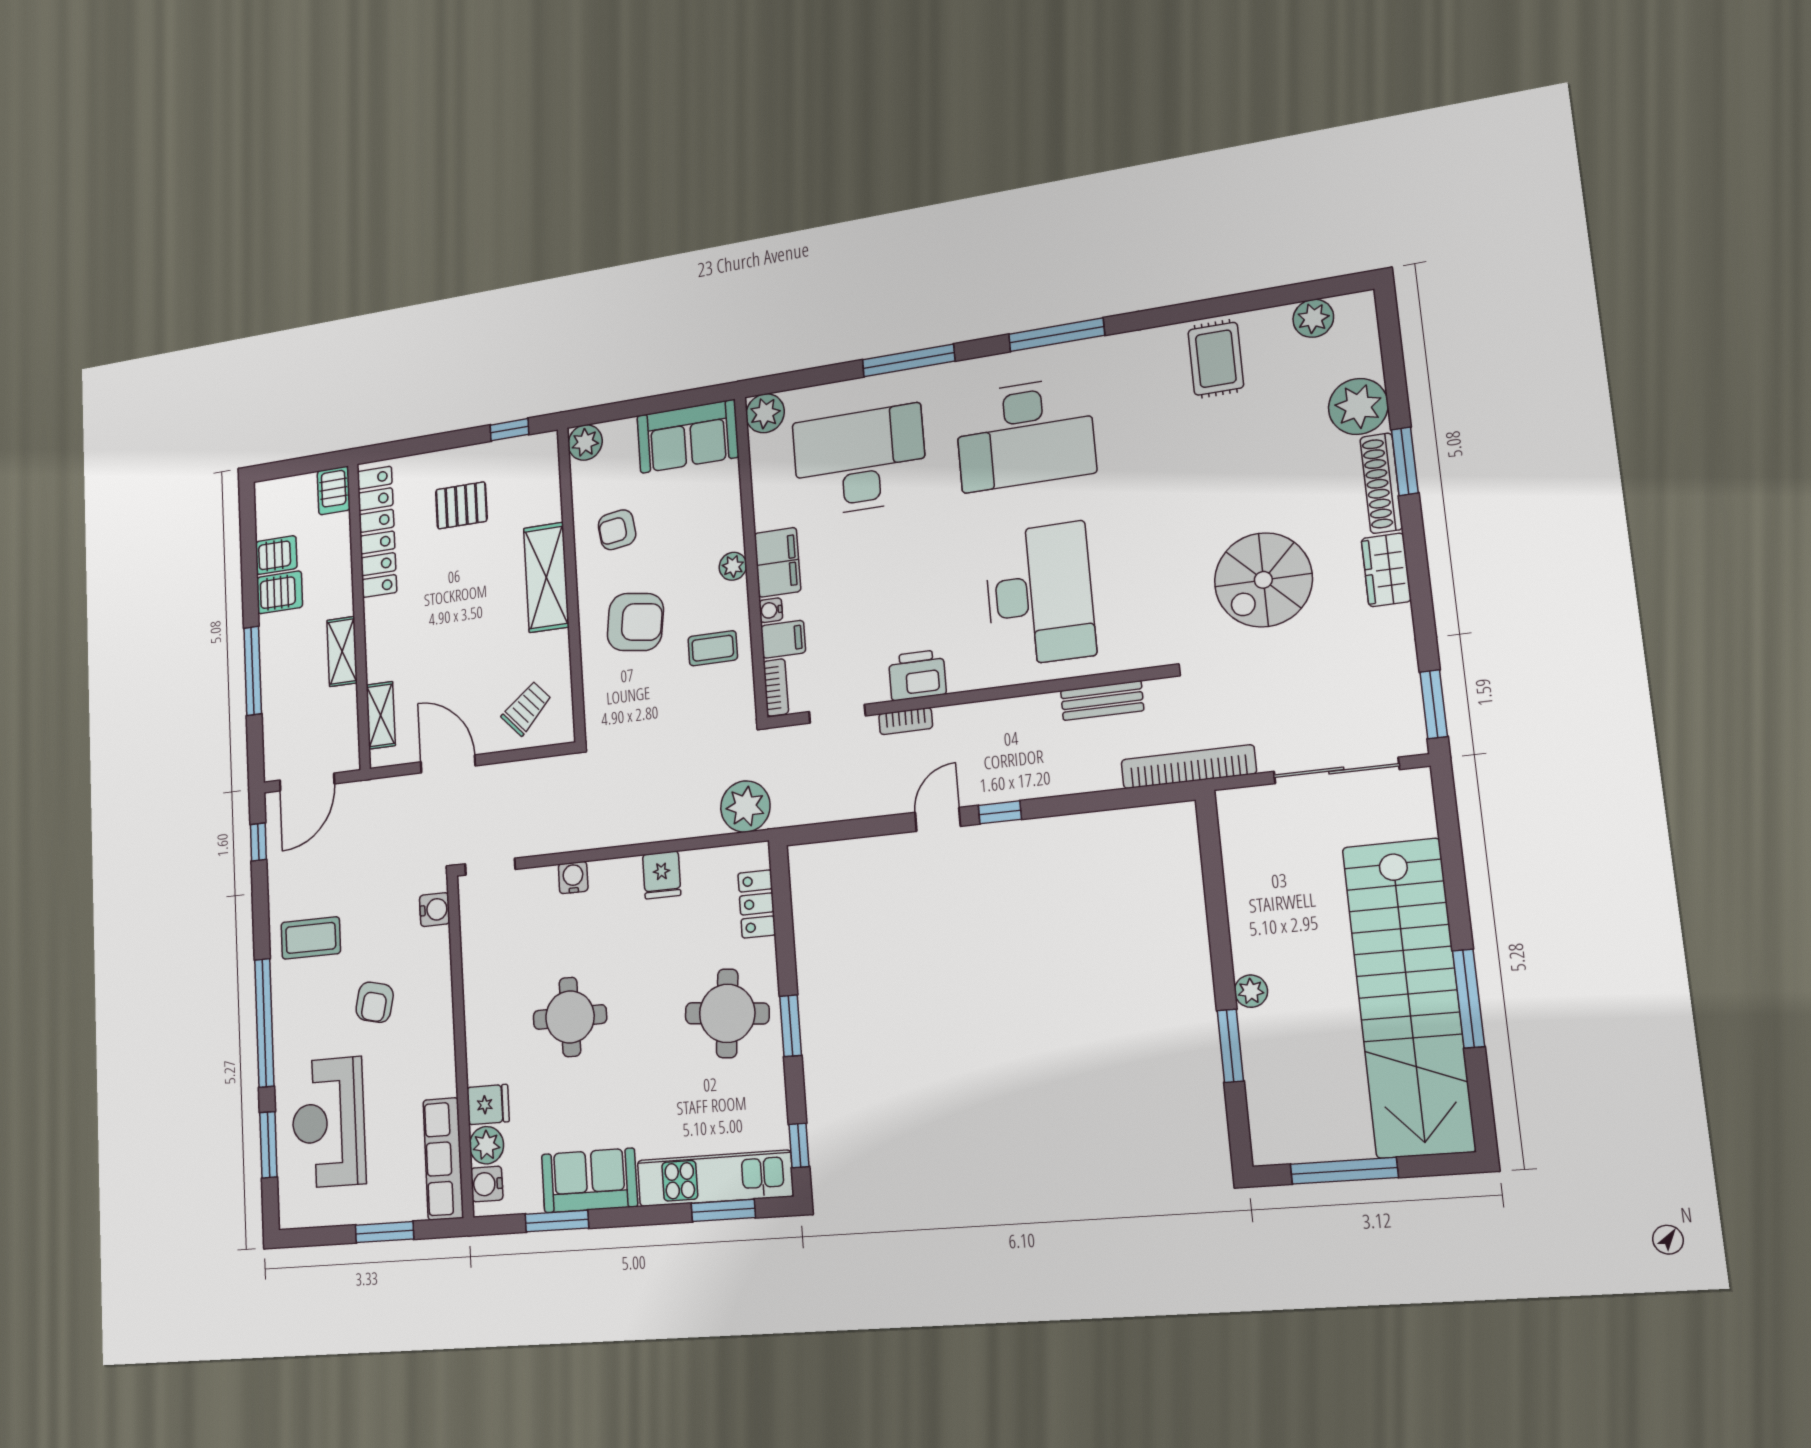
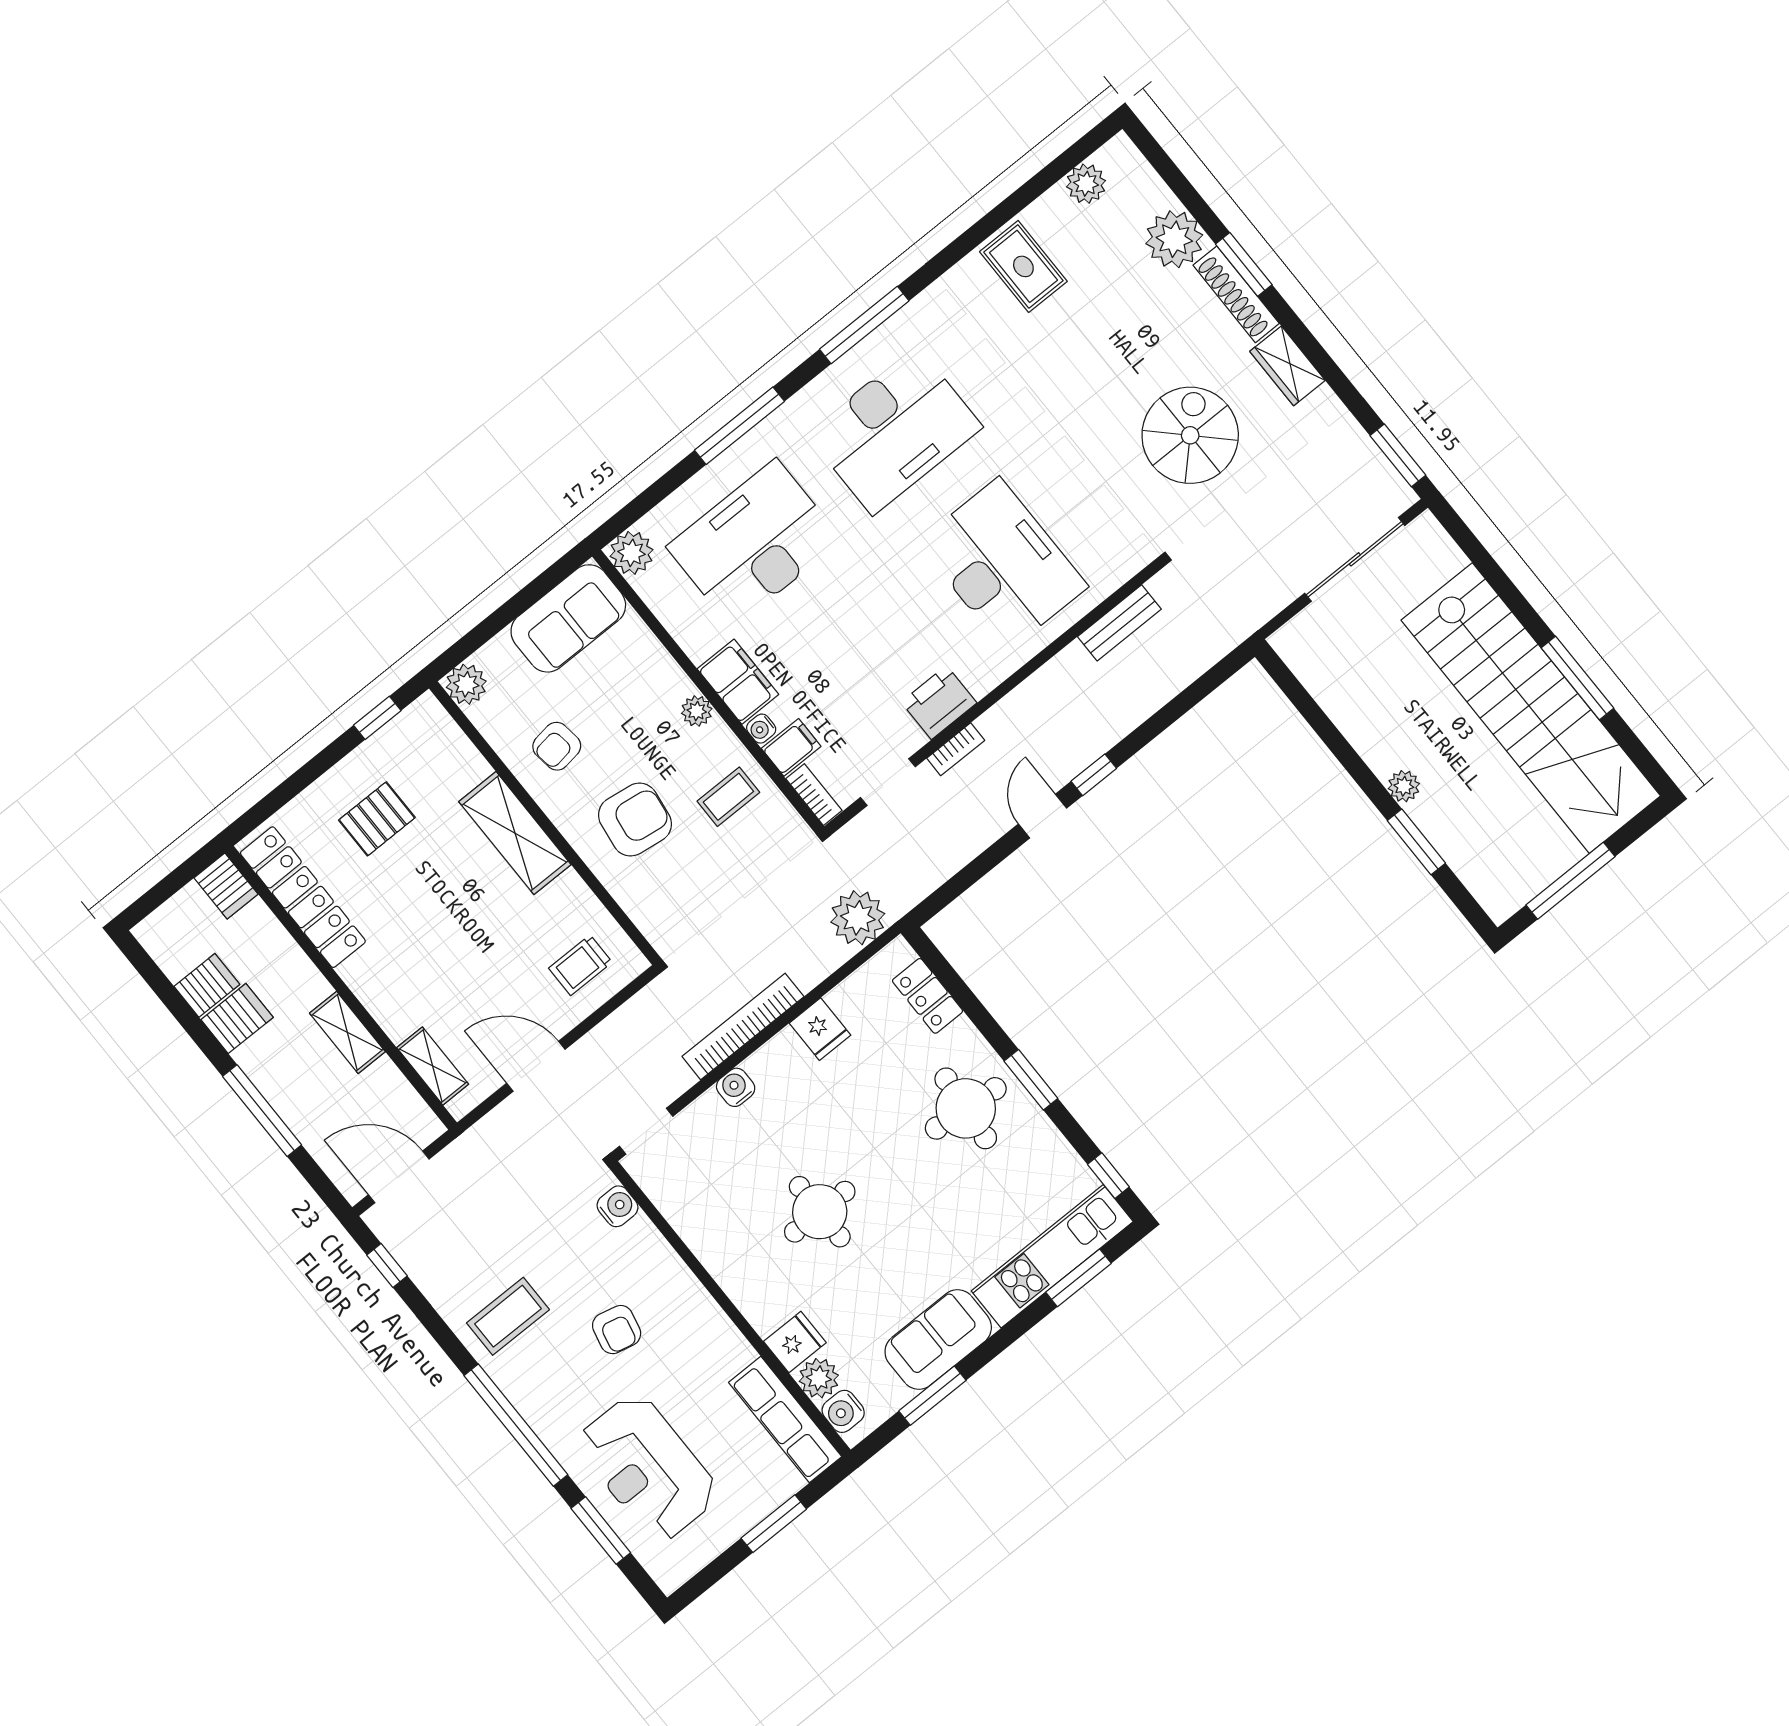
spiral stairs: (1263, 580) -> (1190, 435), turned 180
trolley: (527, 708) -> (580, 965), turned -137
bookcase: (1188, 767) -> (743, 1026), moved
door: (307, 782) -> (399, 1177), swing flipped

